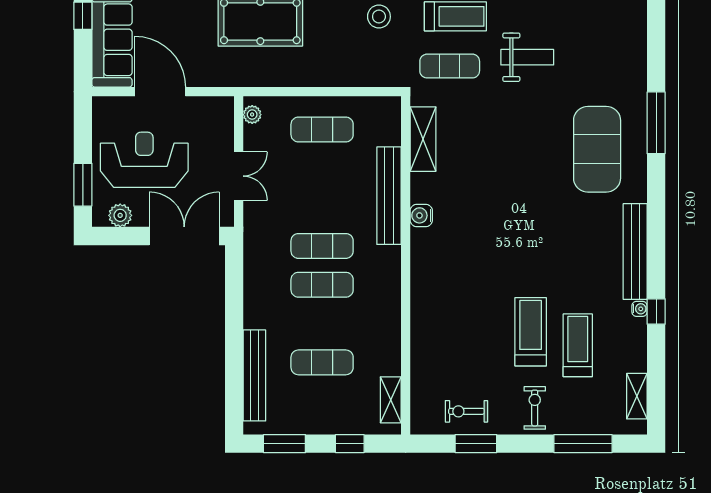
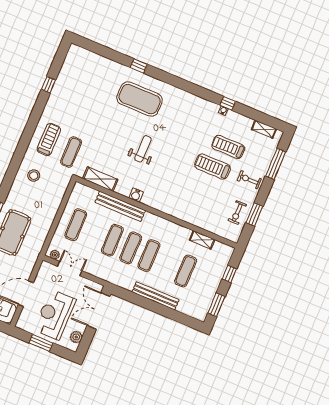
weight bench: (527, 57) -> (143, 149), moved
window: (656, 123) -> (139, 66), width x0.46
double door: (239, 176) -> (70, 269), moved
window: (83, 185) -> (41, 343), moved
exercise mat: (322, 207) -> (112, 240), added
bench: (635, 252) -> (195, 101), removed
bench: (254, 375) -> (156, 296), moved
shelving: (391, 400) -> (202, 240), moved

